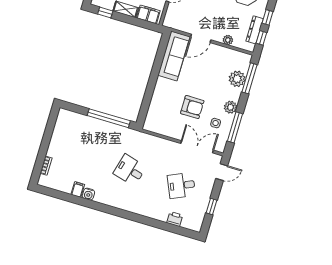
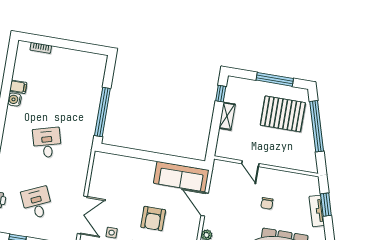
filing cabinet: (148, 14) -> (224, 142), removed
armchair: (192, 107) -> (153, 218), moved
desk: (130, 170) -> (47, 143), turned -30

